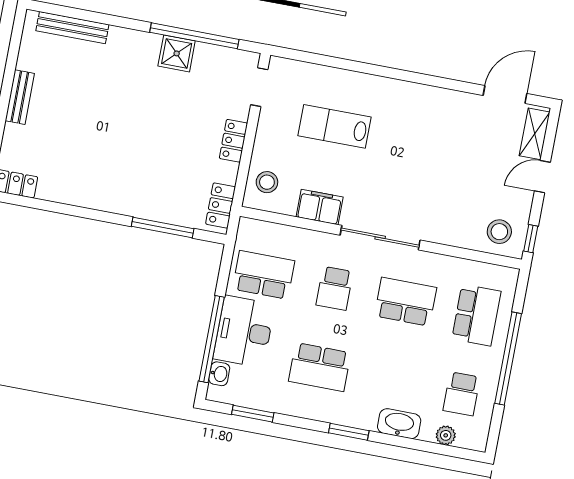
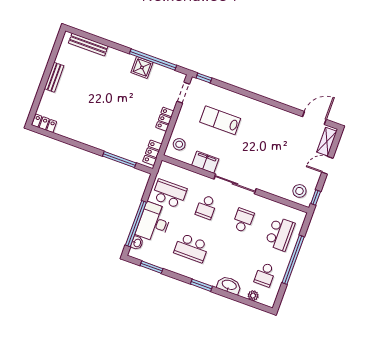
window: (293, 54) -> (204, 78), added
school desk: (405, 302) -> (243, 220), width x0.54

